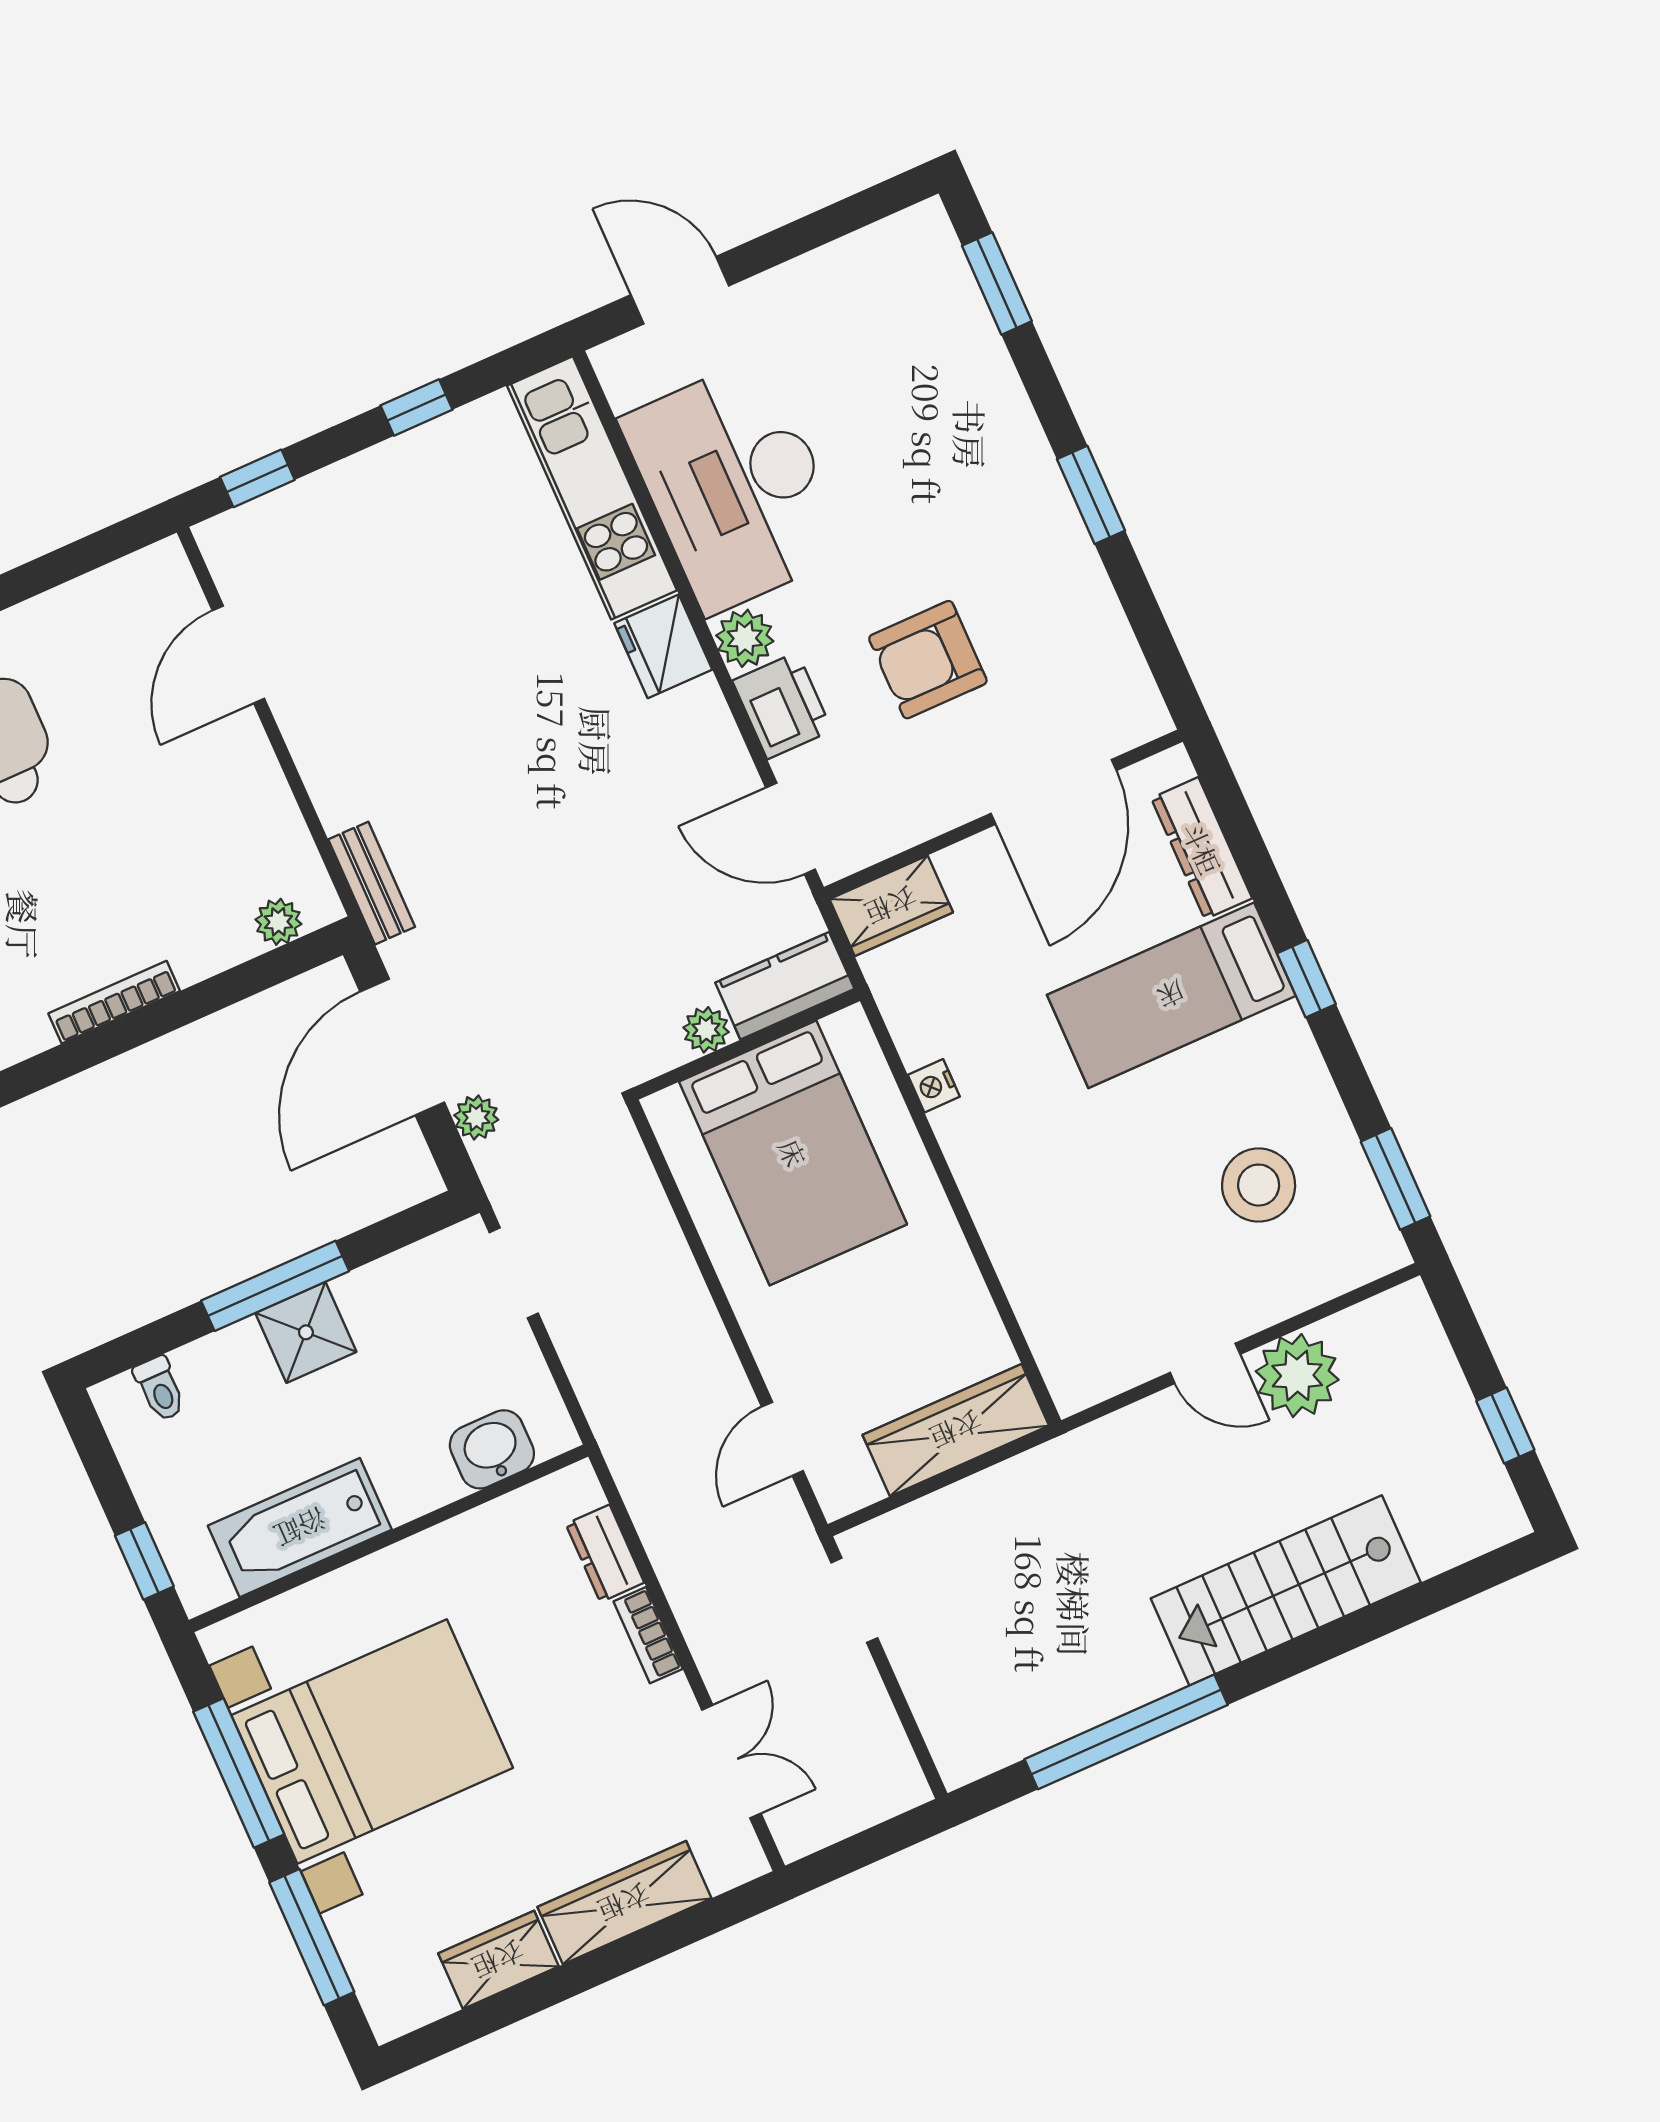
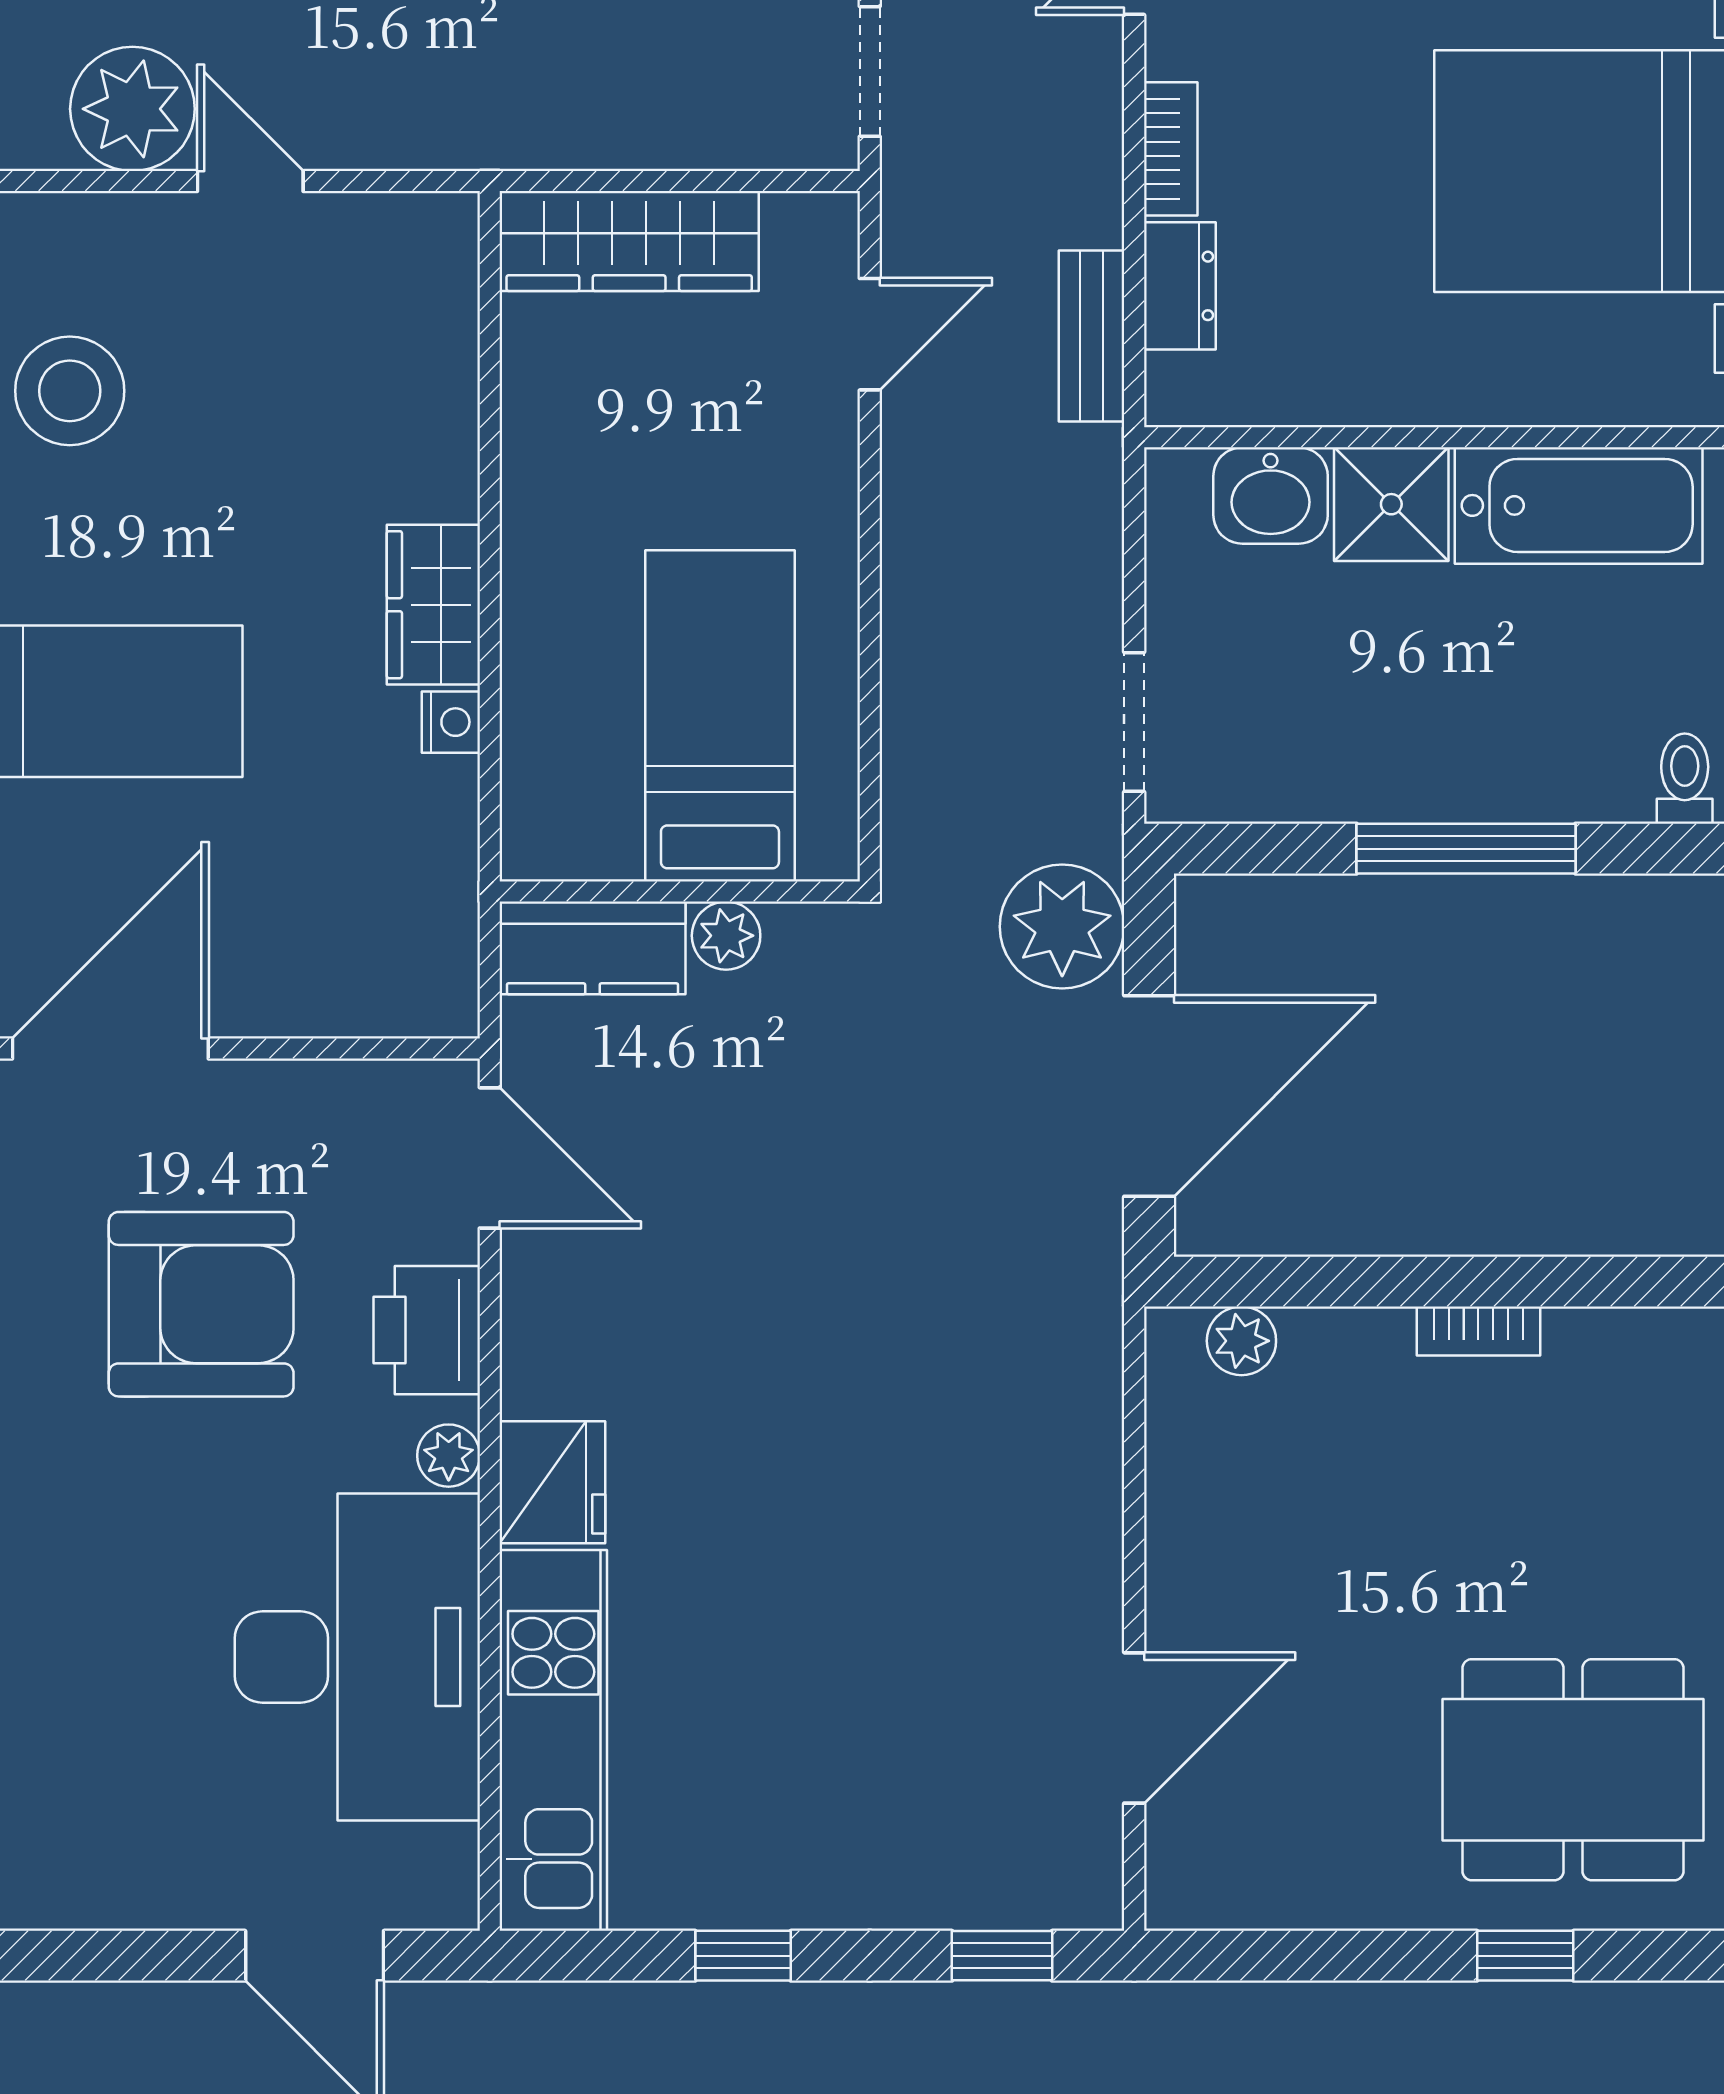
plant: (745, 638) -> (449, 1456), width x0.73, depth x0.73
armchair: (928, 660) -> (201, 1304), width x1.36, depth x1.36
bench: (372, 883) -> (1092, 336), moved
wardrobe: (891, 906) -> (433, 605), moved, turned -90
bookcase: (114, 1002) -> (1478, 1331), width x0.64
plant: (476, 1117) -> (1062, 927), width x1.87, depth x1.87
bed: (793, 1153) -> (720, 716), width x0.67
shower: (306, 1332) -> (1391, 504), moved

